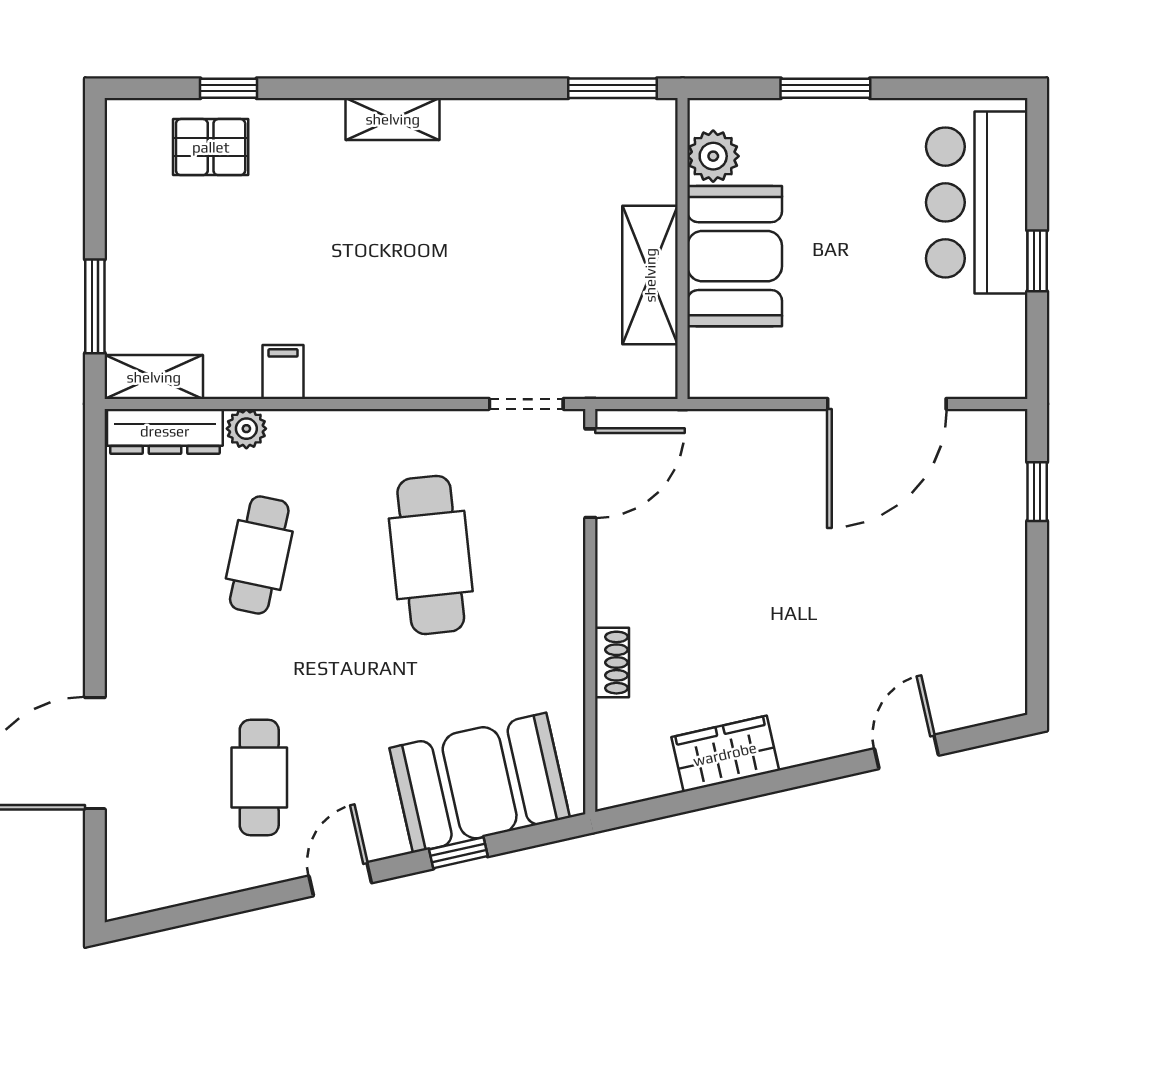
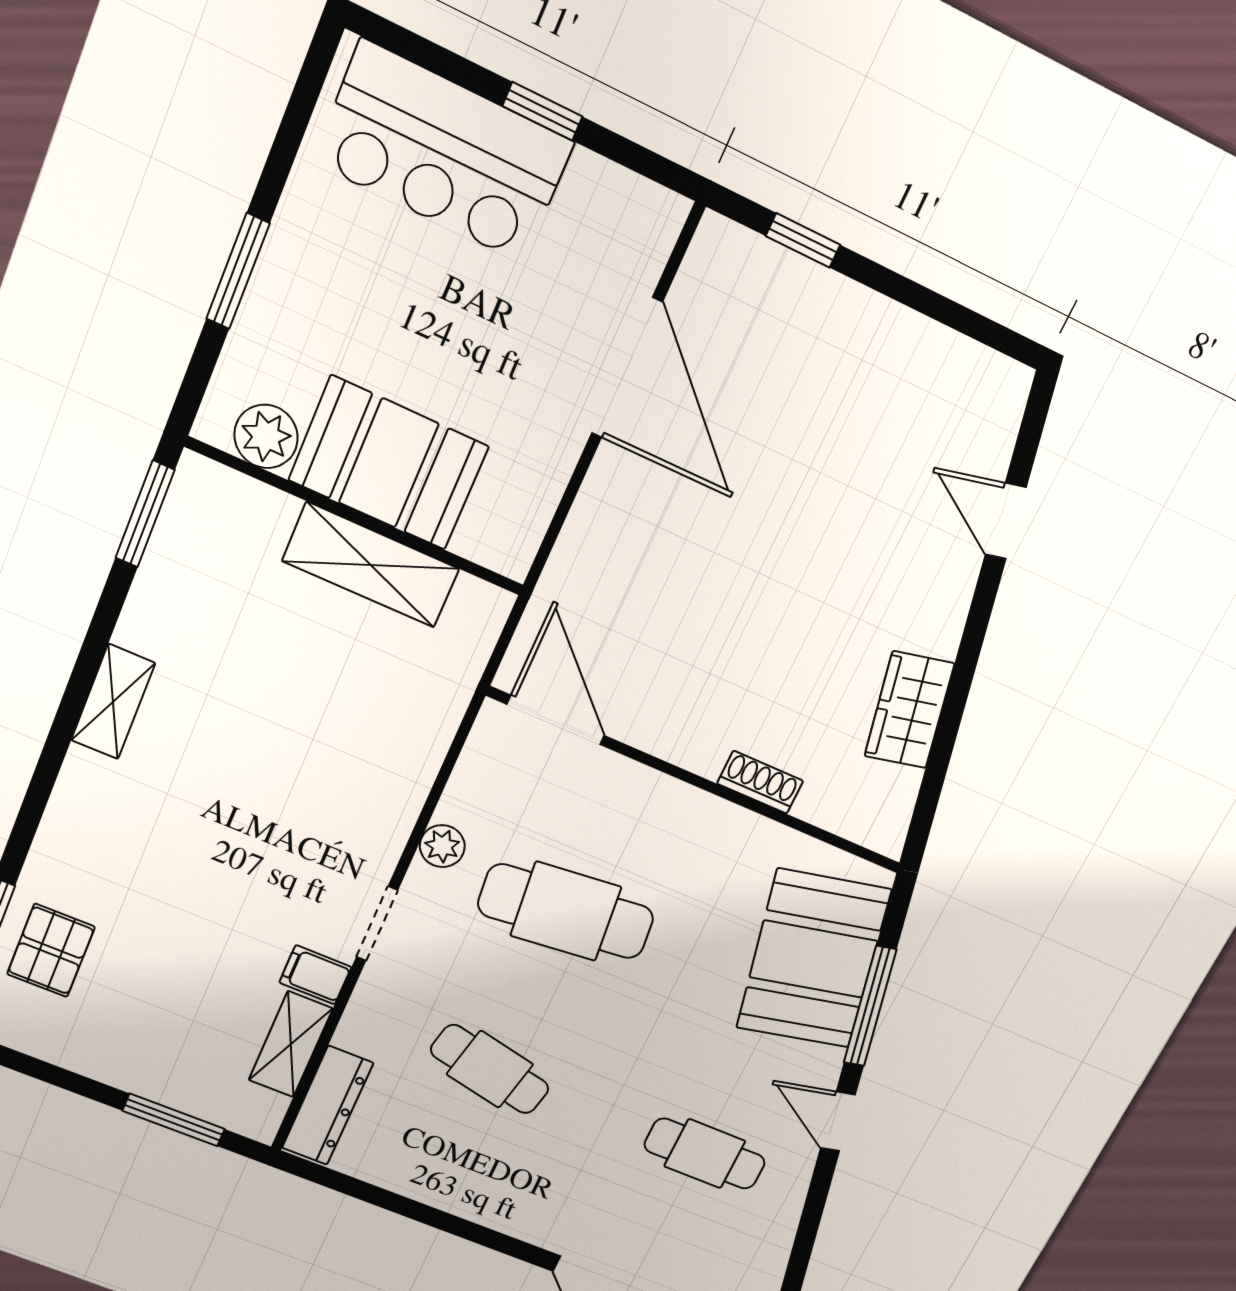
shelving: (393, 119) -> (113, 702), moved
shelving: (154, 377) -> (291, 1044), moved
doorway: (526, 404) -> (377, 924), moved
plant: (246, 429) -> (442, 846), moved
window: (458, 853) -> (870, 1006), width x2.17

